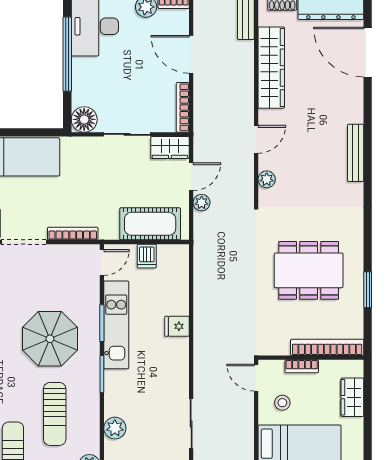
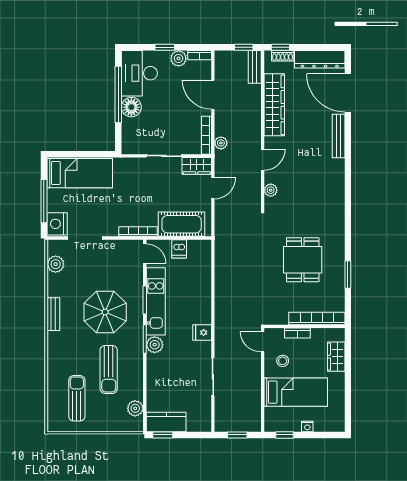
floor lamp: (84, 119) -> (131, 107), moved
bench: (356, 153) -> (339, 136), moved
plant: (202, 203) -> (221, 143), moved
bookcase: (73, 234) -> (138, 232), moved
door: (102, 262) -> (145, 254), hinge flipped
dining table: (309, 270) -> (303, 260), width x0.73
fridge: (177, 326) -> (202, 333), moved
plant: (115, 428) -> (155, 345), moved

